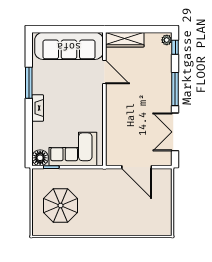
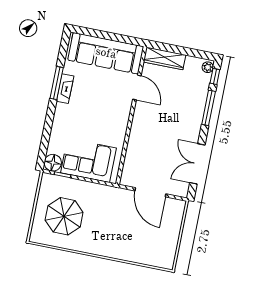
window: (175, 89) -> (209, 108), moved
fireplace: (38, 108) -> (65, 89), moved

